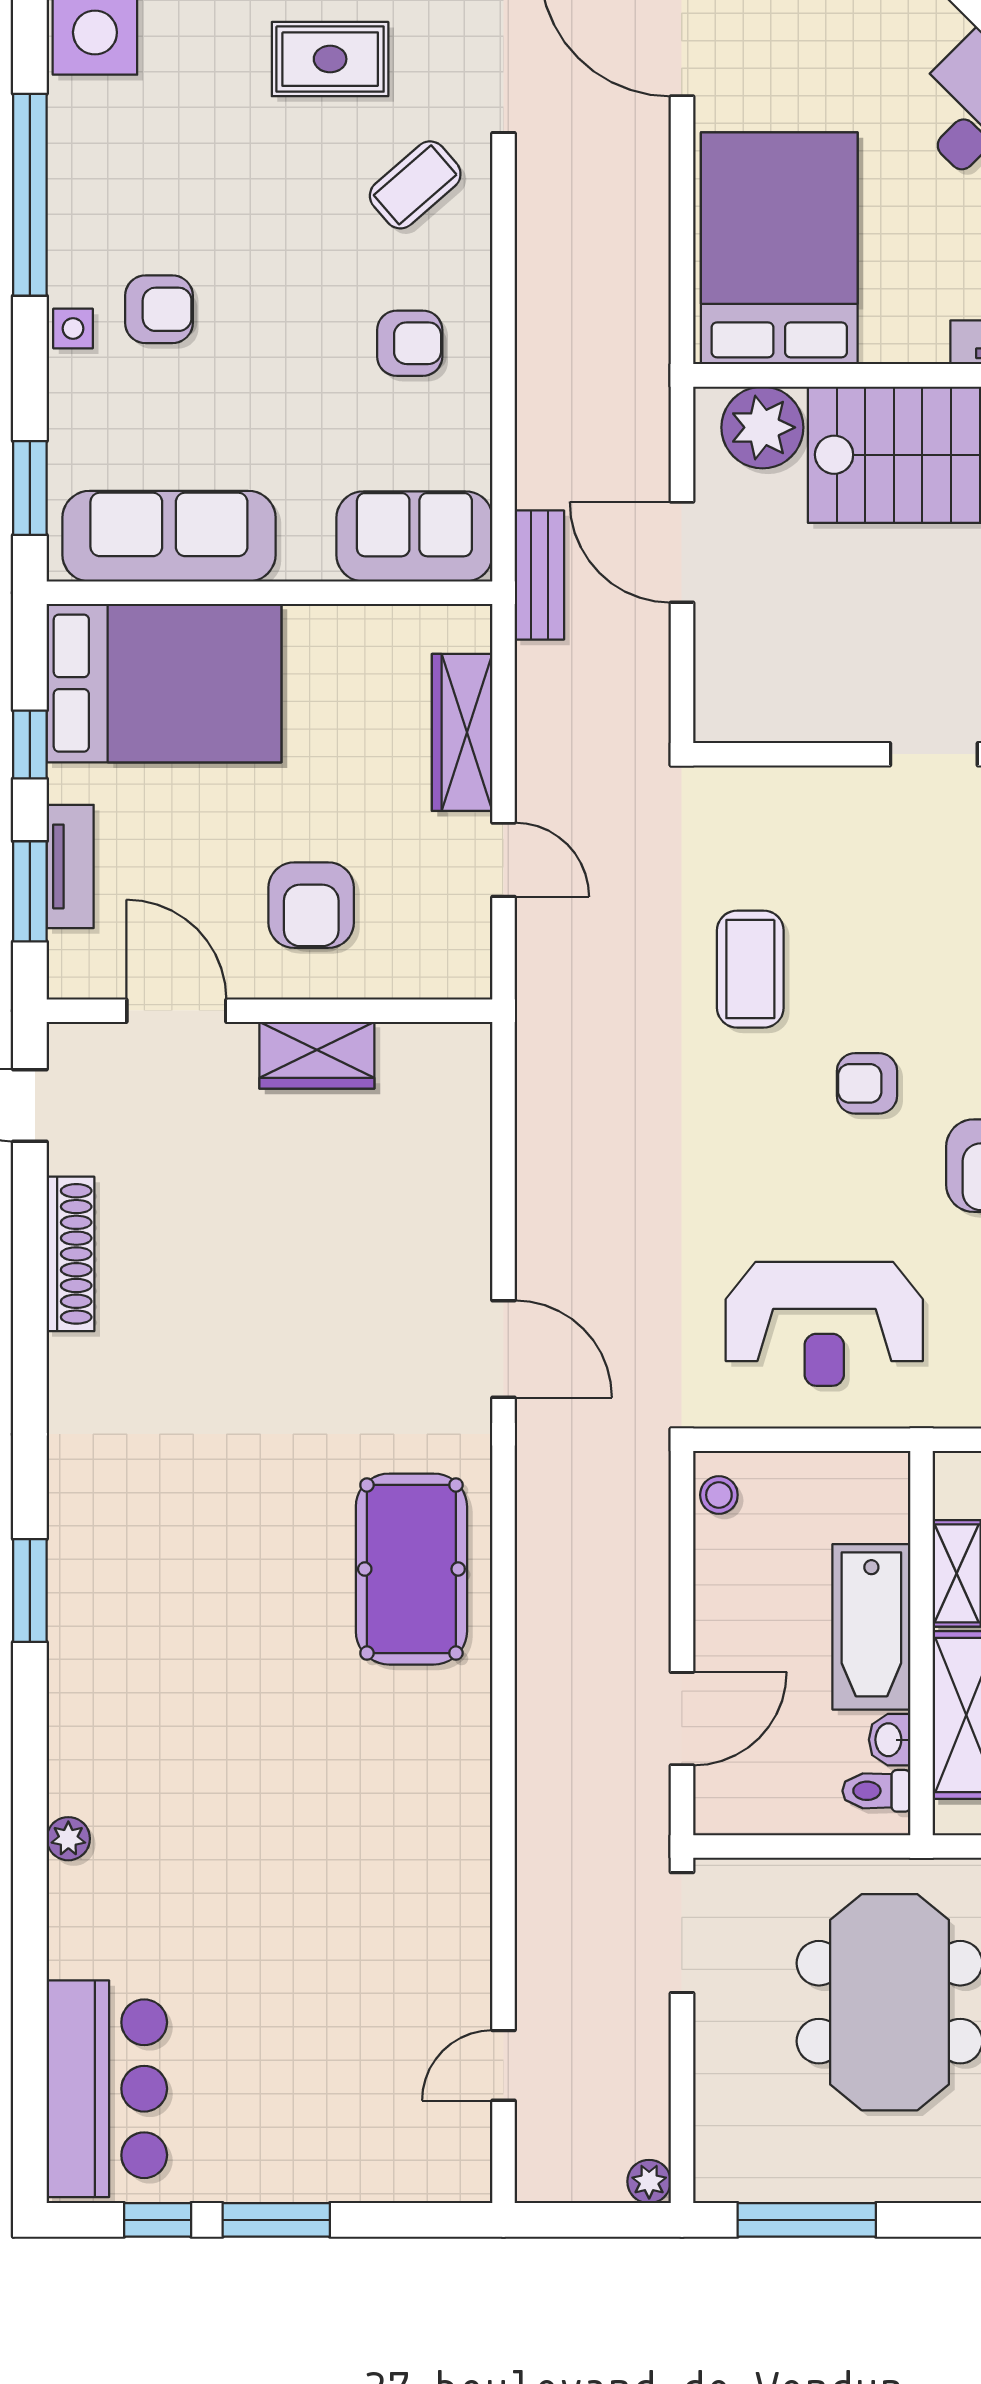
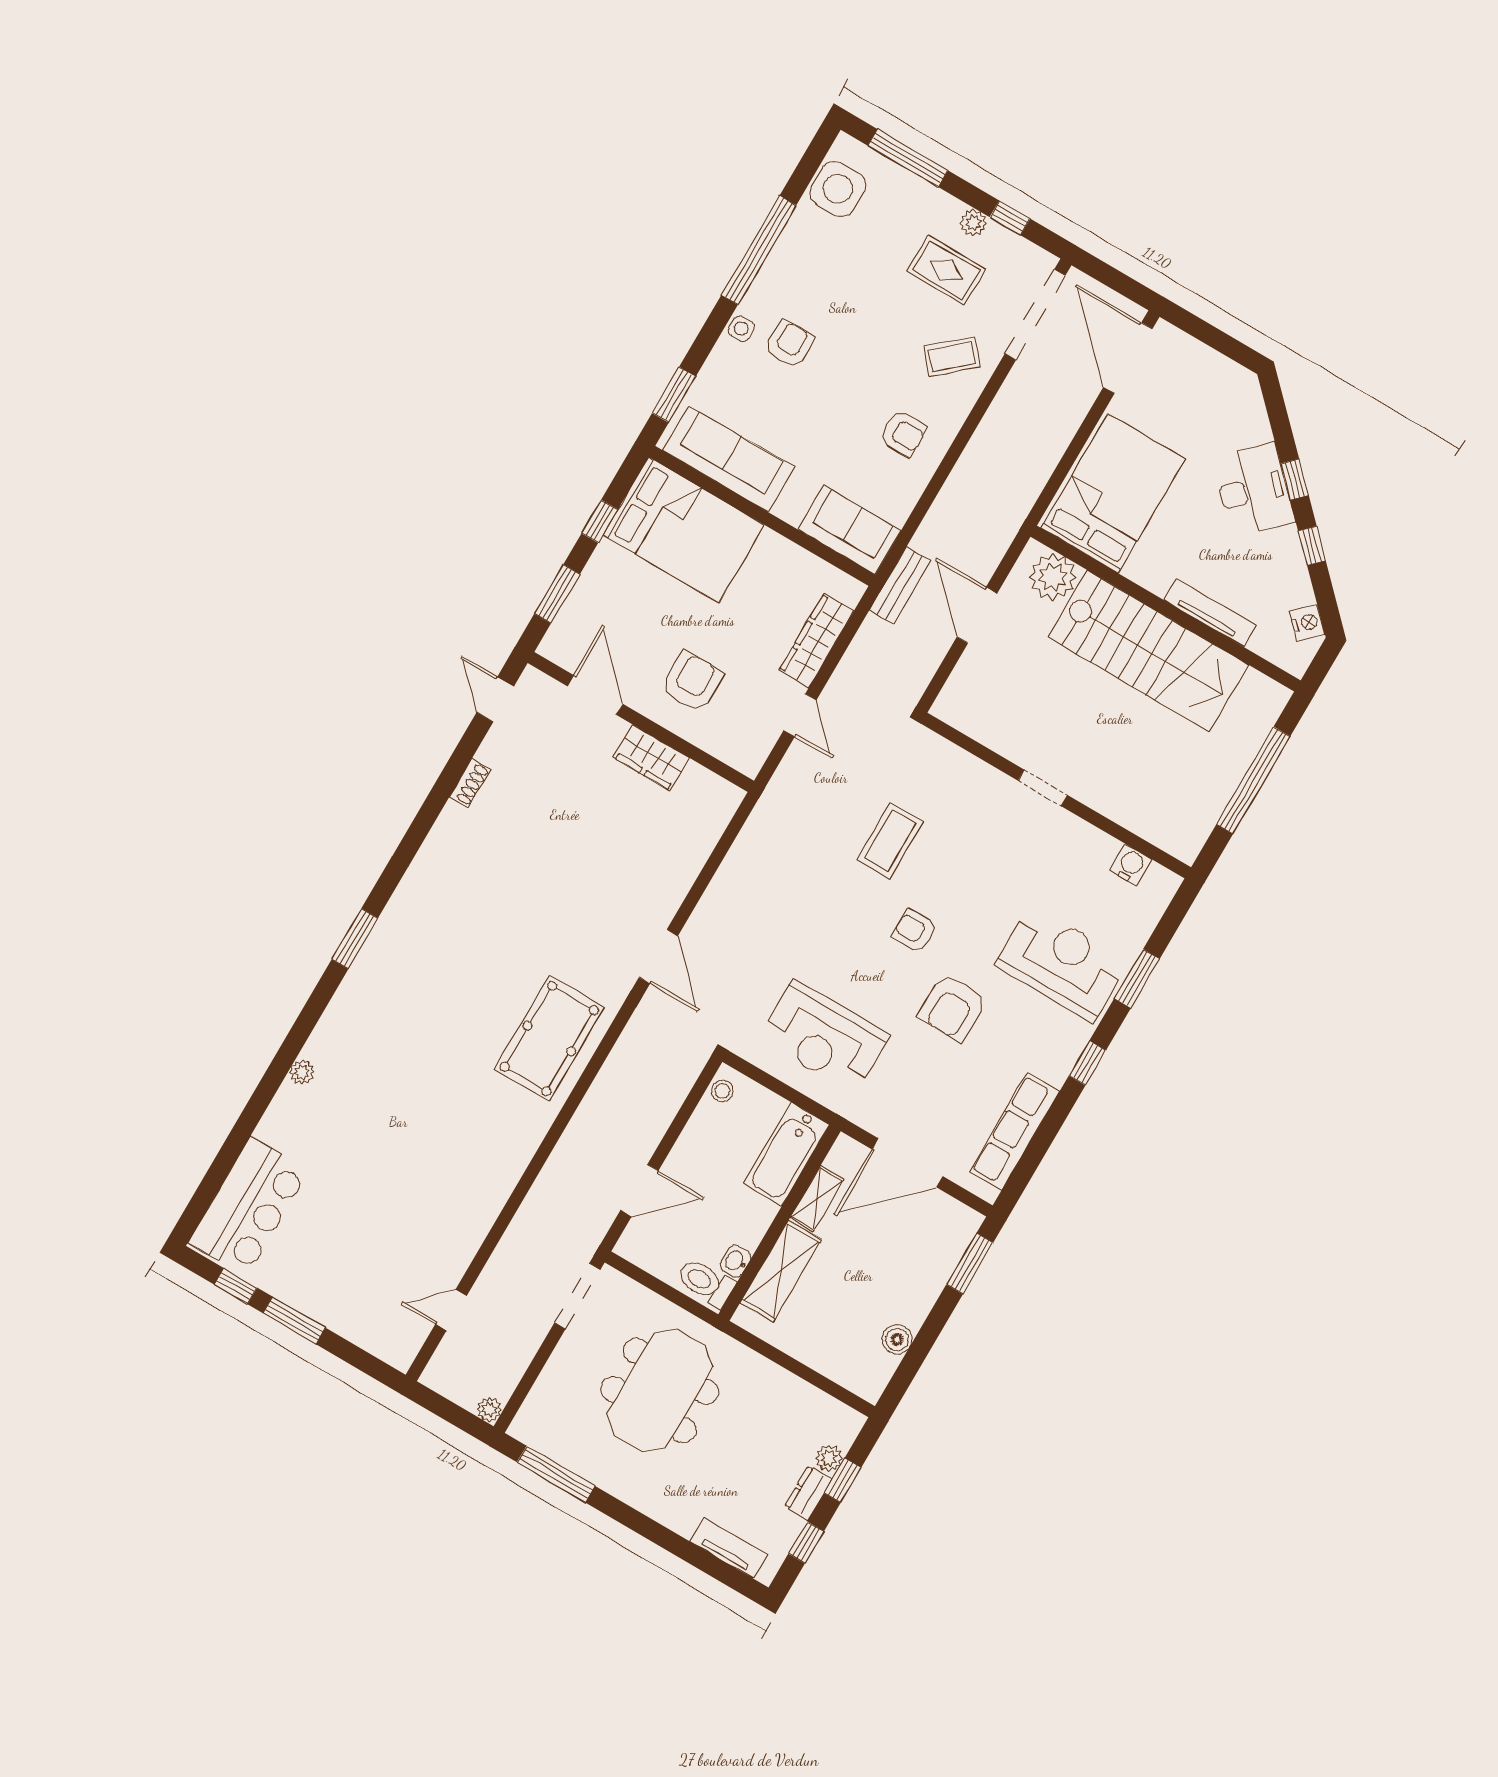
armchair: (159, 309) -> (789, 344), turned -90
tv unit: (70, 866) -> (584, 593), removed
armchair: (311, 905) -> (692, 682), turned 180
shoe rack: (70, 1254) -> (470, 783), width x0.51, depth x0.81
bathtub: (871, 1627) -> (786, 1154), moved
toilet: (876, 1791) -> (706, 1283), width x1.37, depth x1.39

